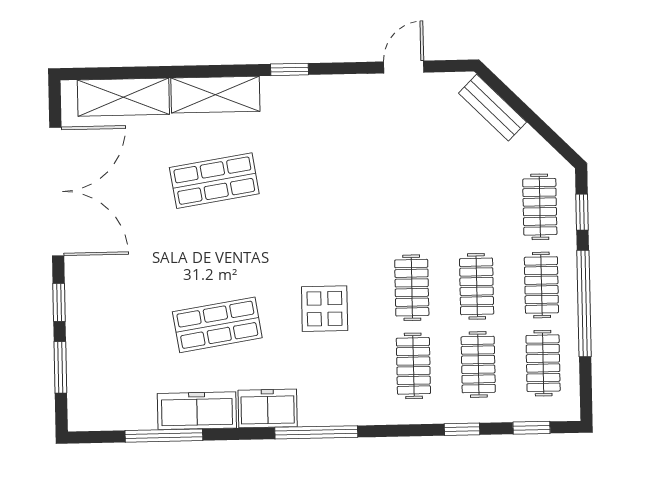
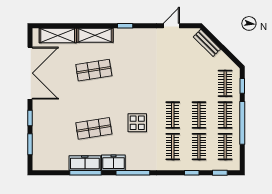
window: (164, 436) -> (86, 173), moved

